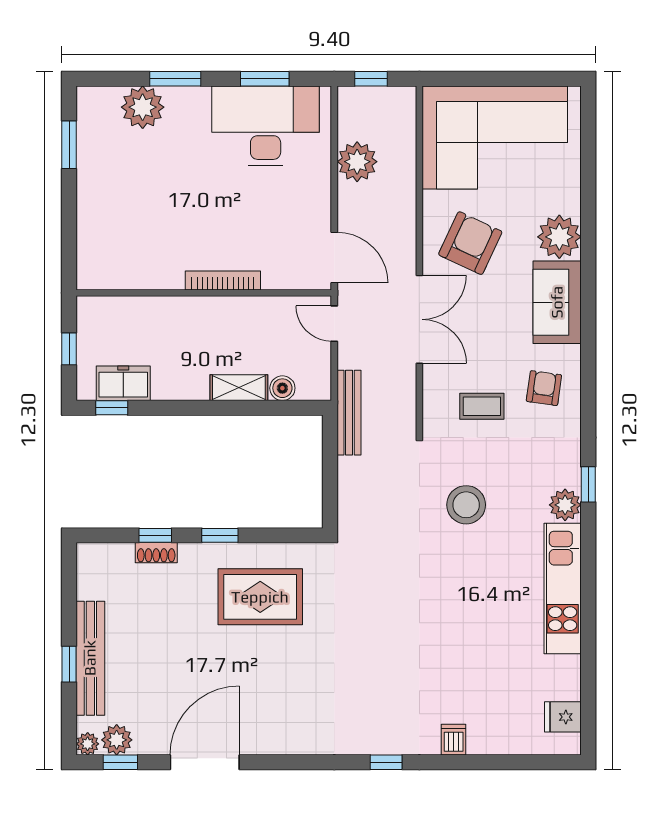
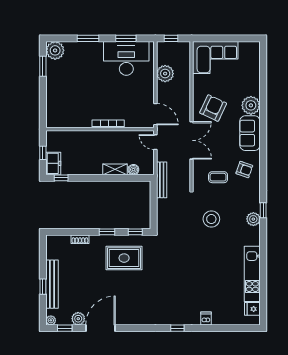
plant: (143, 107) -> (55, 50), moved
corner sofa: (495, 137) -> (215, 57), width x0.73, depth x0.74
freezer: (123, 383) -> (53, 163), moved, turned 90
armchair: (544, 388) -> (244, 170), turned 101
window: (155, 535) -> (135, 232), moved
kitchen unit: (563, 589) -> (252, 274), moved
plant: (117, 740) -> (78, 319), moved

